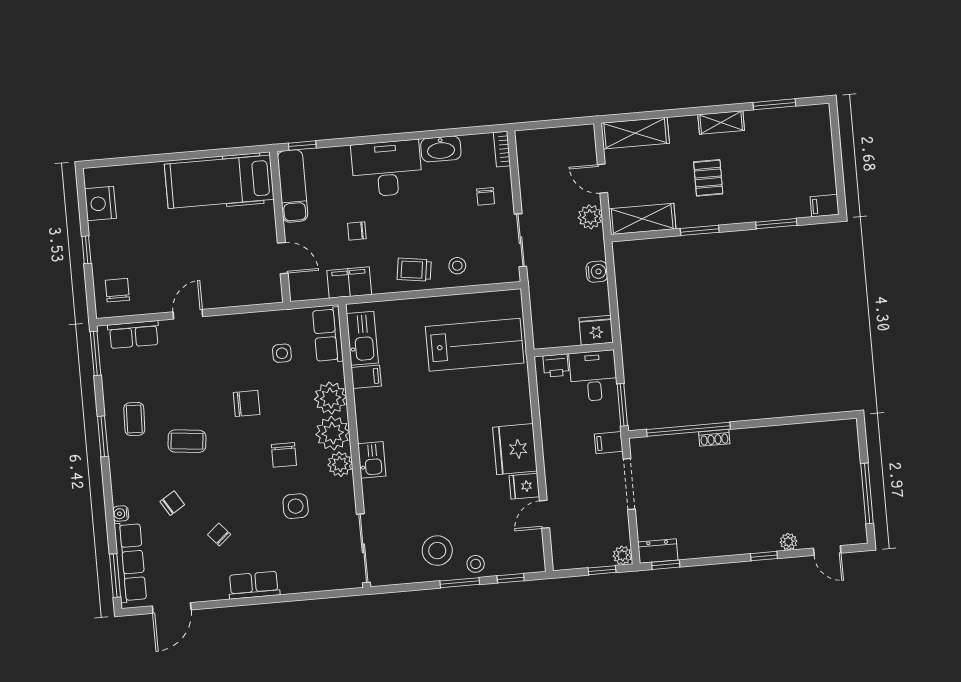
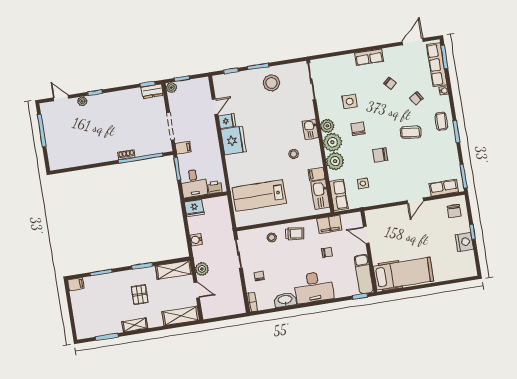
nightstand: (100, 204) -> (464, 242), moved
coffee table: (134, 419) -> (441, 121), moved
stool: (476, 564) -> (294, 154), moved

